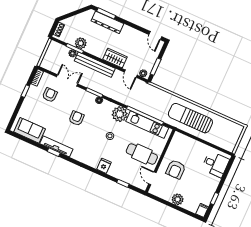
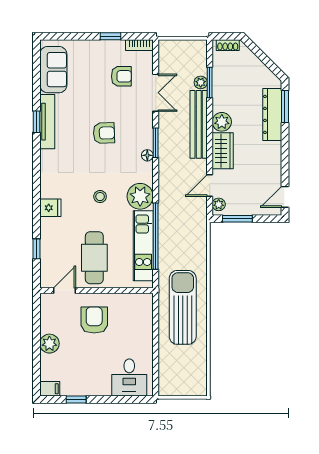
plant: (81, 43) -> (222, 122), moved
armchair: (176, 169) -> (94, 320), turned 90

